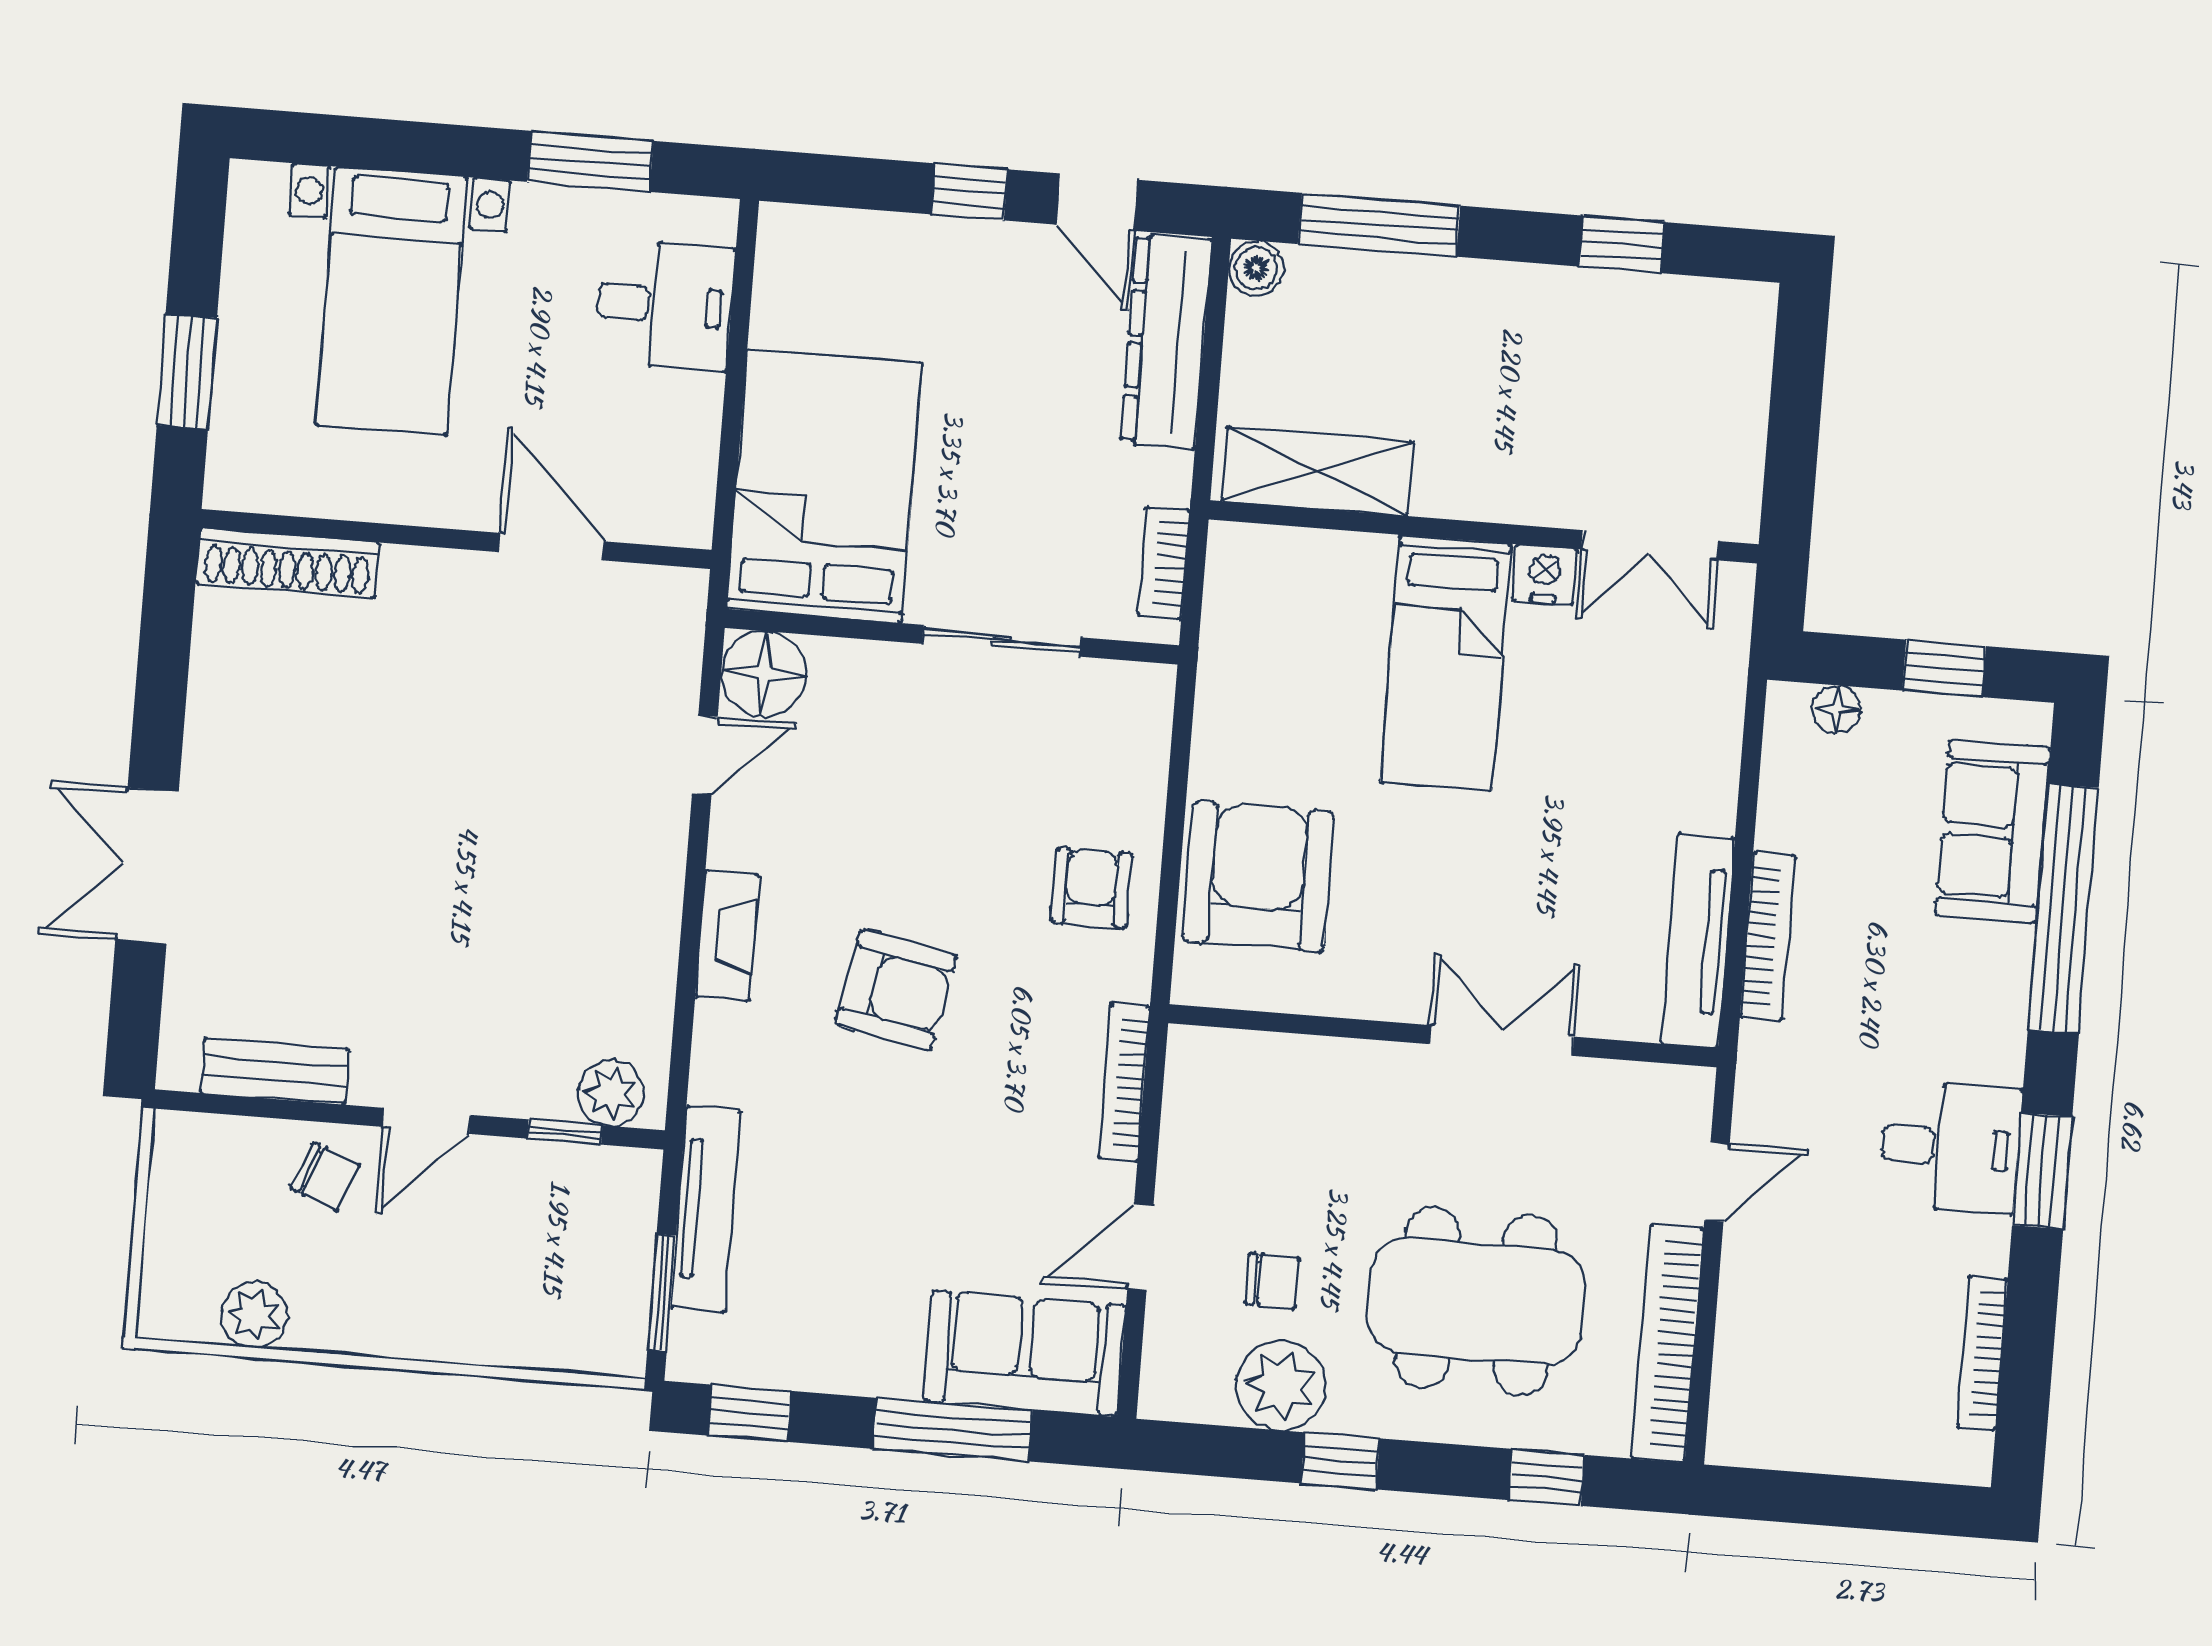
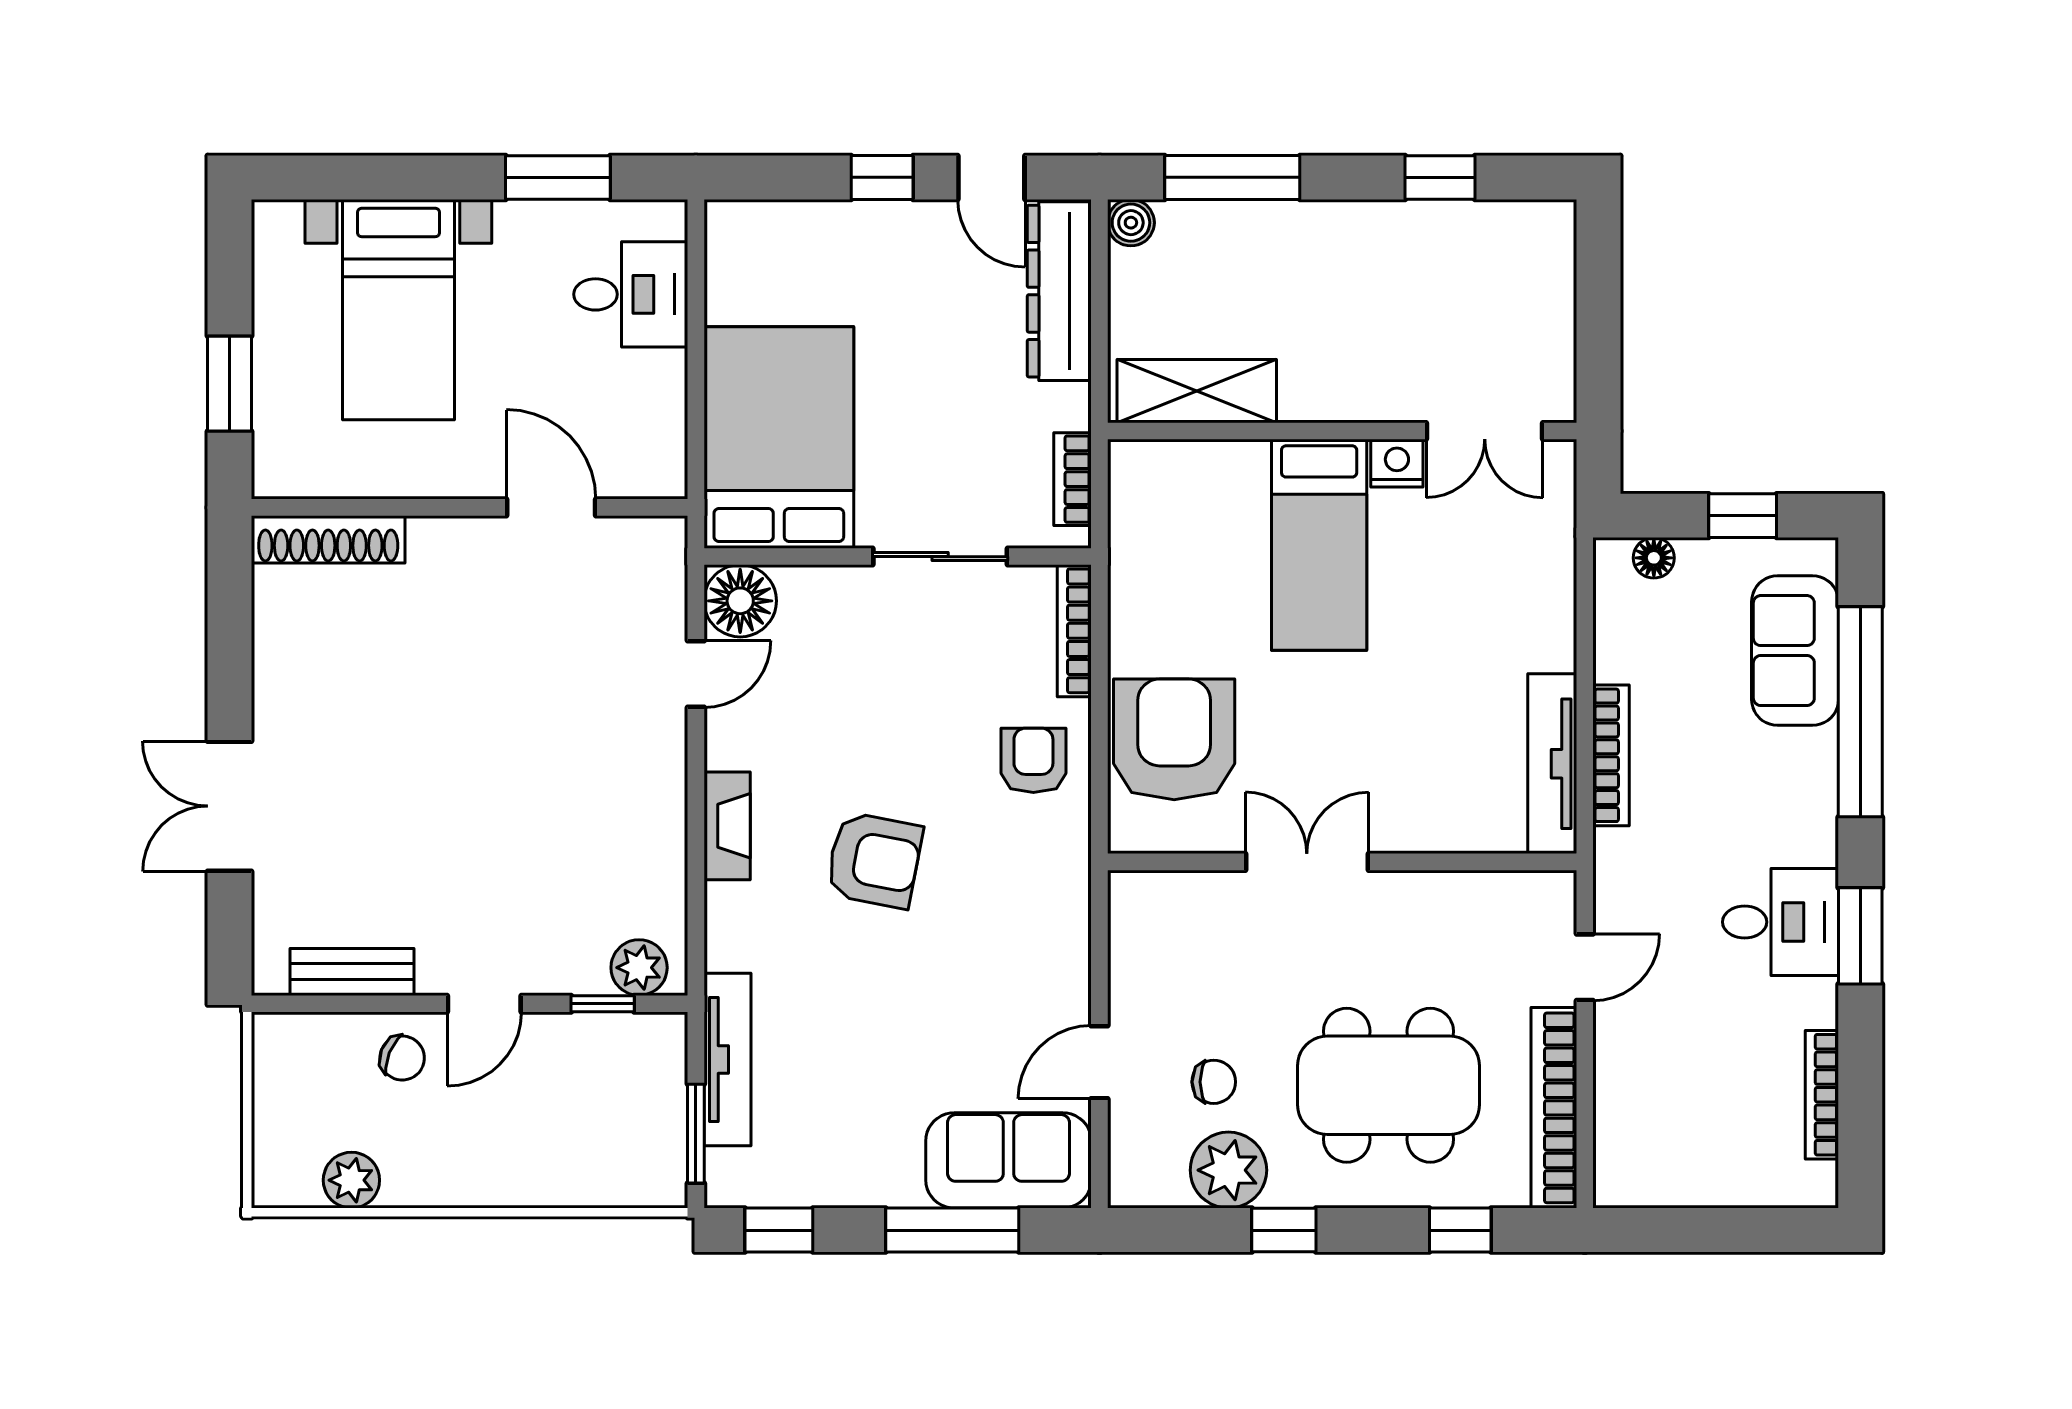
double door: (1501, 1040) -> (1307, 862), moved
bookcase: (1124, 1082) -> (1074, 631), moved

